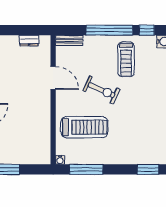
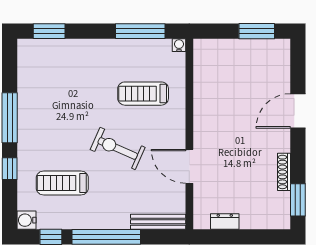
bench: (69, 40) -> (158, 222), width x1.36
treadmill: (126, 59) -> (62, 183), moved, turned -90
treadmill: (84, 127) -> (143, 94), width x0.73, depth x0.73

